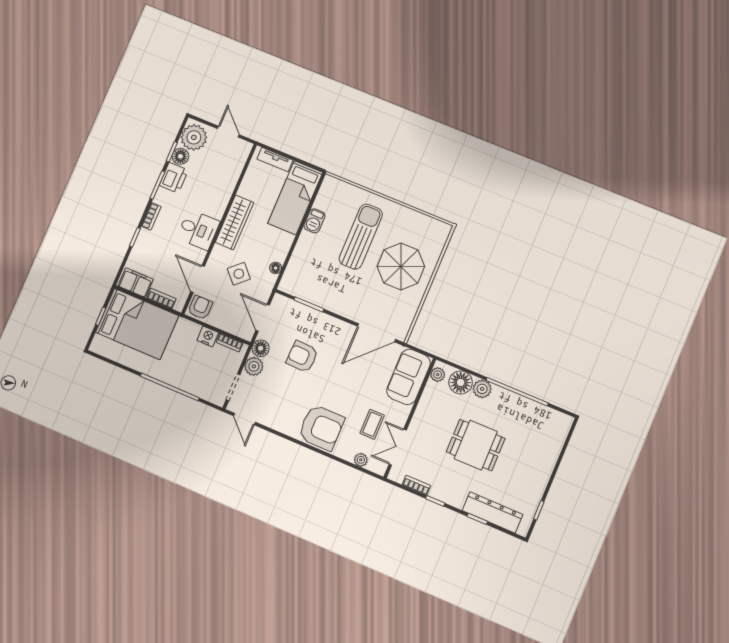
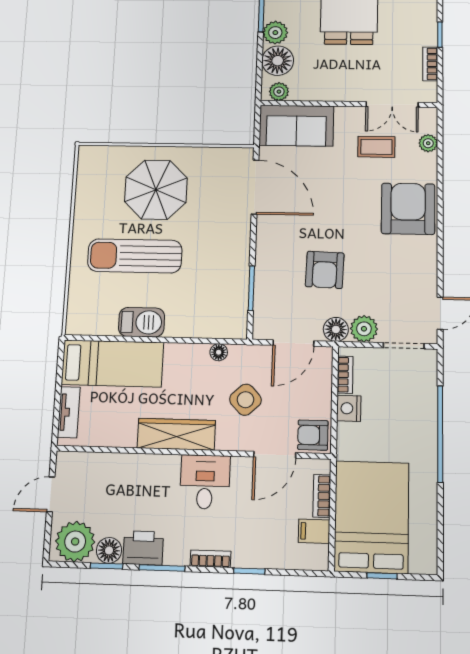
barbecue: (314, 221) -> (141, 322), width x1.38, depth x1.27
filing cabinet: (136, 283) -> (314, 531), width x0.50

